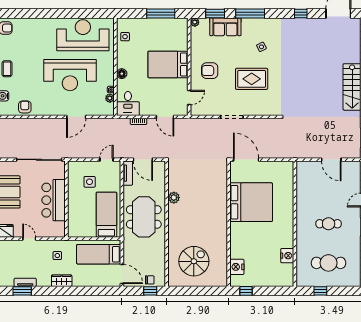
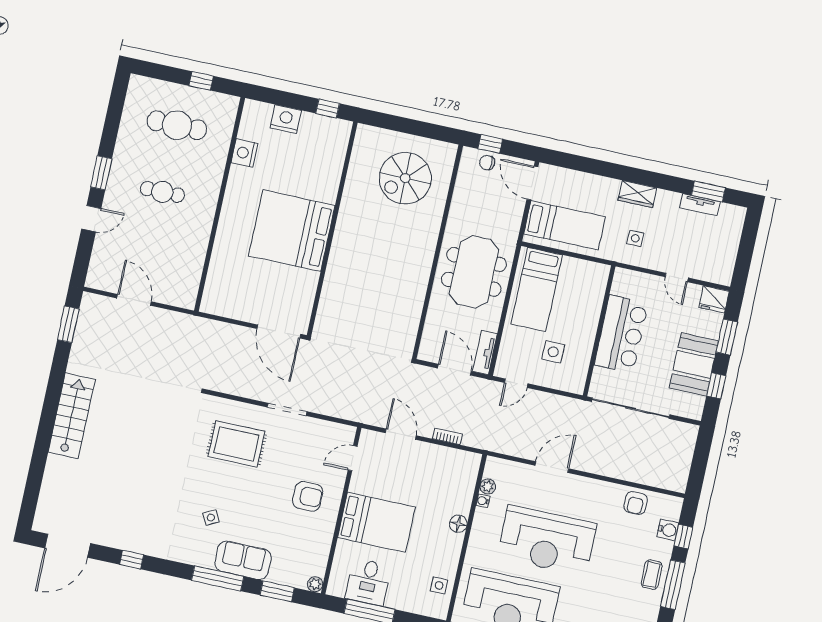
sofa: (225, 27) -> (243, 560), moved
reception desk: (70, 75) -> (547, 541), turned 180
rug: (252, 79) -> (236, 444), moved
desk: (128, 104) -> (368, 582), moved, turned 180
plant: (174, 198) -> (416, 294), removed
bed: (251, 202) -> (292, 231), moved
nightstand: (237, 267) -> (286, 119), moved, turned -90

